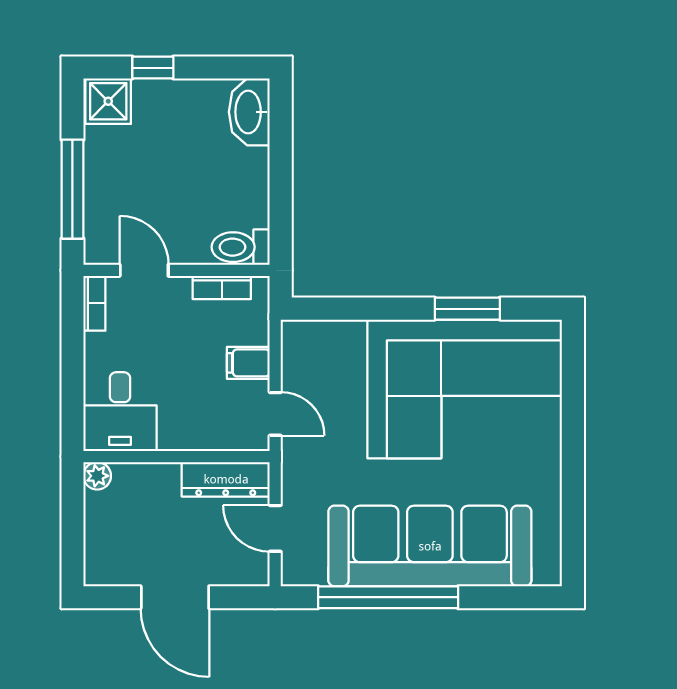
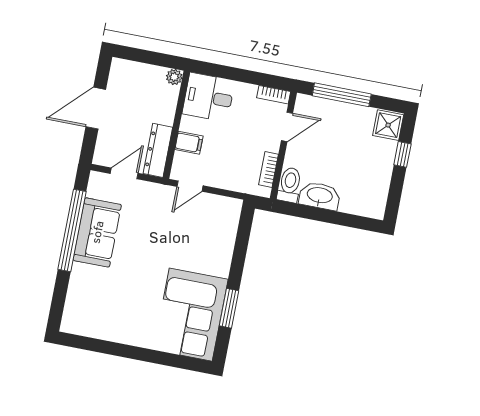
washbasin: (249, 112) -> (320, 196), moved
filing cabinet: (248, 363) -> (189, 143), moved, turned 90
corner sofa: (465, 389) -> (191, 315), width x0.73, depth x0.74
sofa: (430, 546) -> (97, 232), width x0.54, depth x0.79

